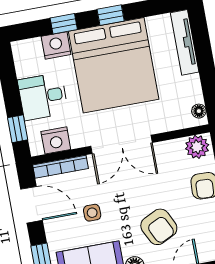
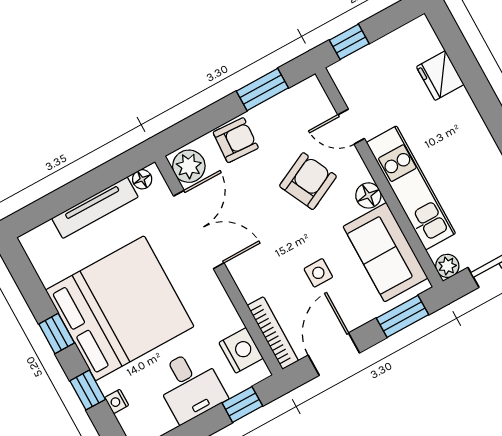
tv unit: (185, 42) -> (95, 208), moved
nightstand: (56, 45) -> (117, 401), width x0.53, depth x0.56
double door: (122, 144) -> (199, 229), moved

